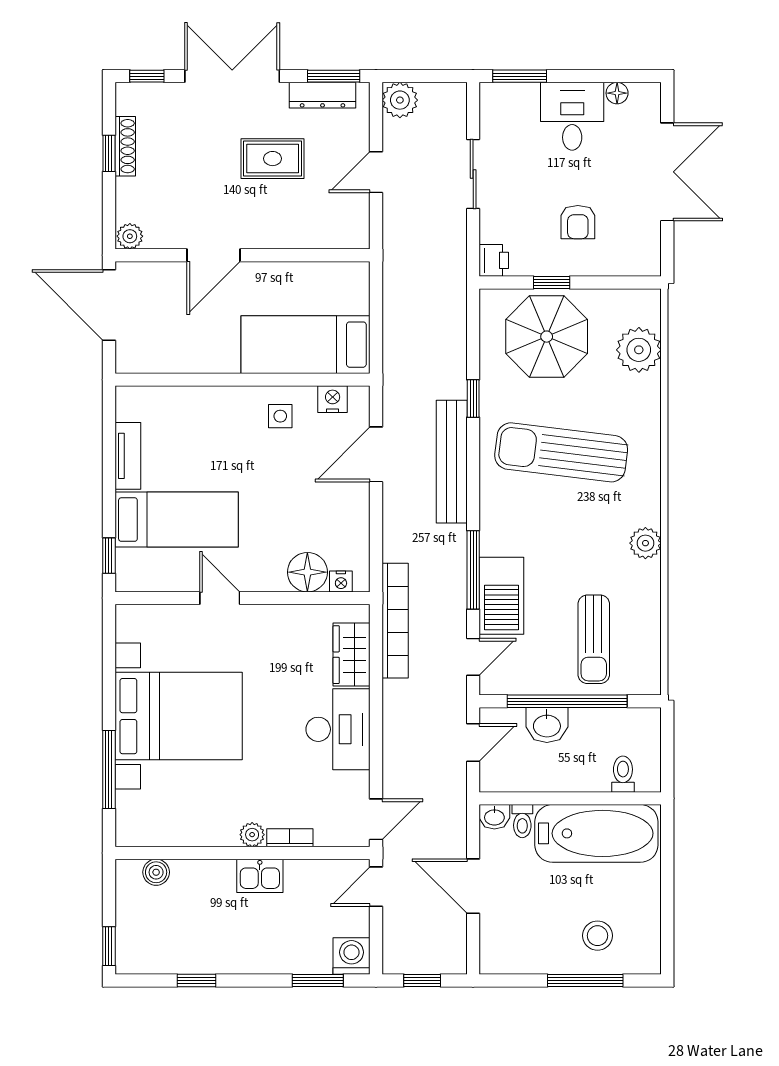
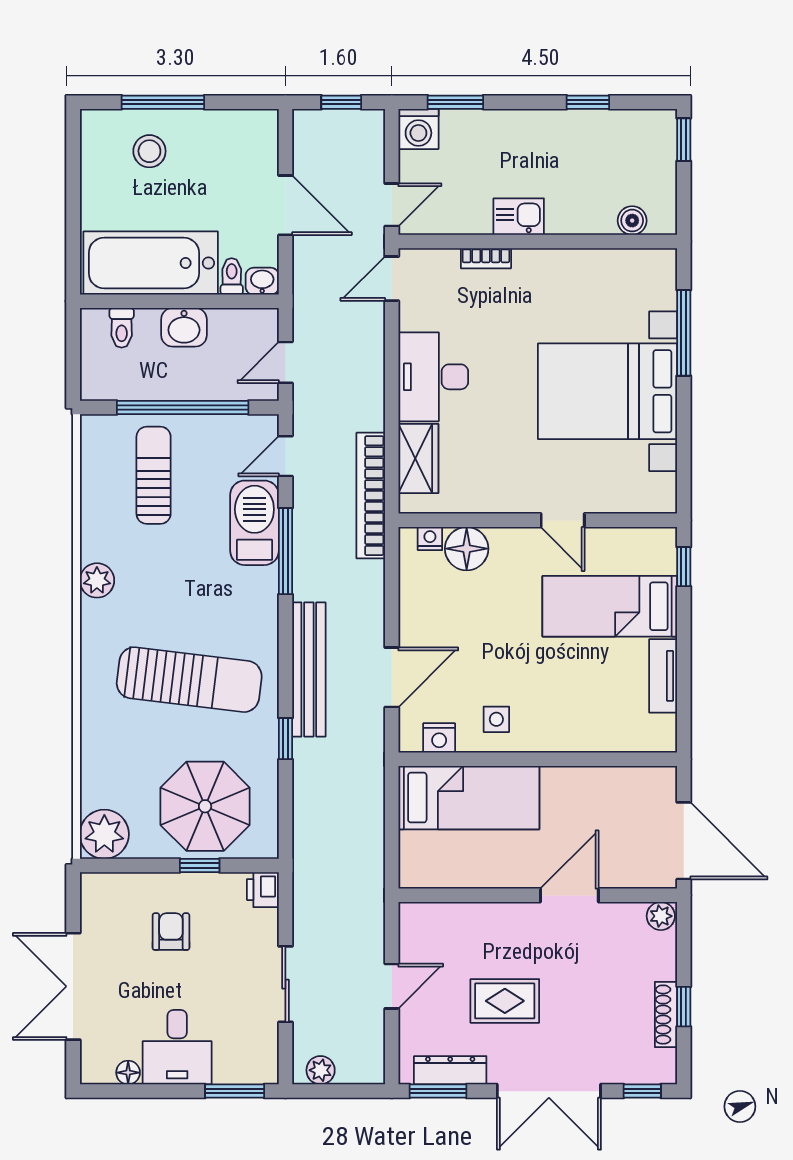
plant: (400, 100) -> (321, 1070), moved, width x0.73, depth x0.73
plant: (639, 350) -> (104, 834), moved
washbasin: (547, 725) -> (184, 327), moved, turned 180
plant: (252, 835) -> (527, 262), removed

